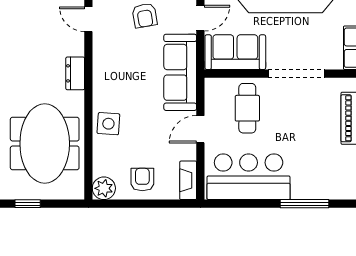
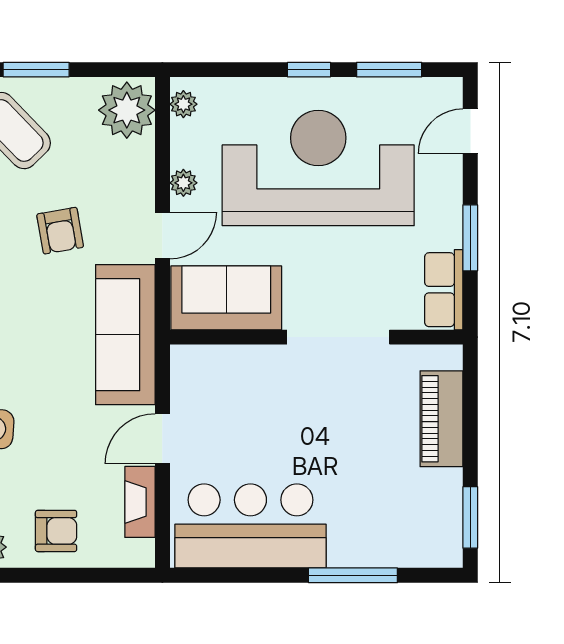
cafe table: (247, 108) -> (248, 400), removed
armchair: (142, 179) -> (56, 531), turned 90
fireplace: (188, 180) -> (140, 502), moved

